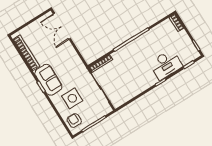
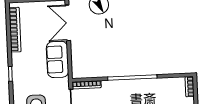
sofa: (48, 80) -> (57, 59), moved, turned 180

